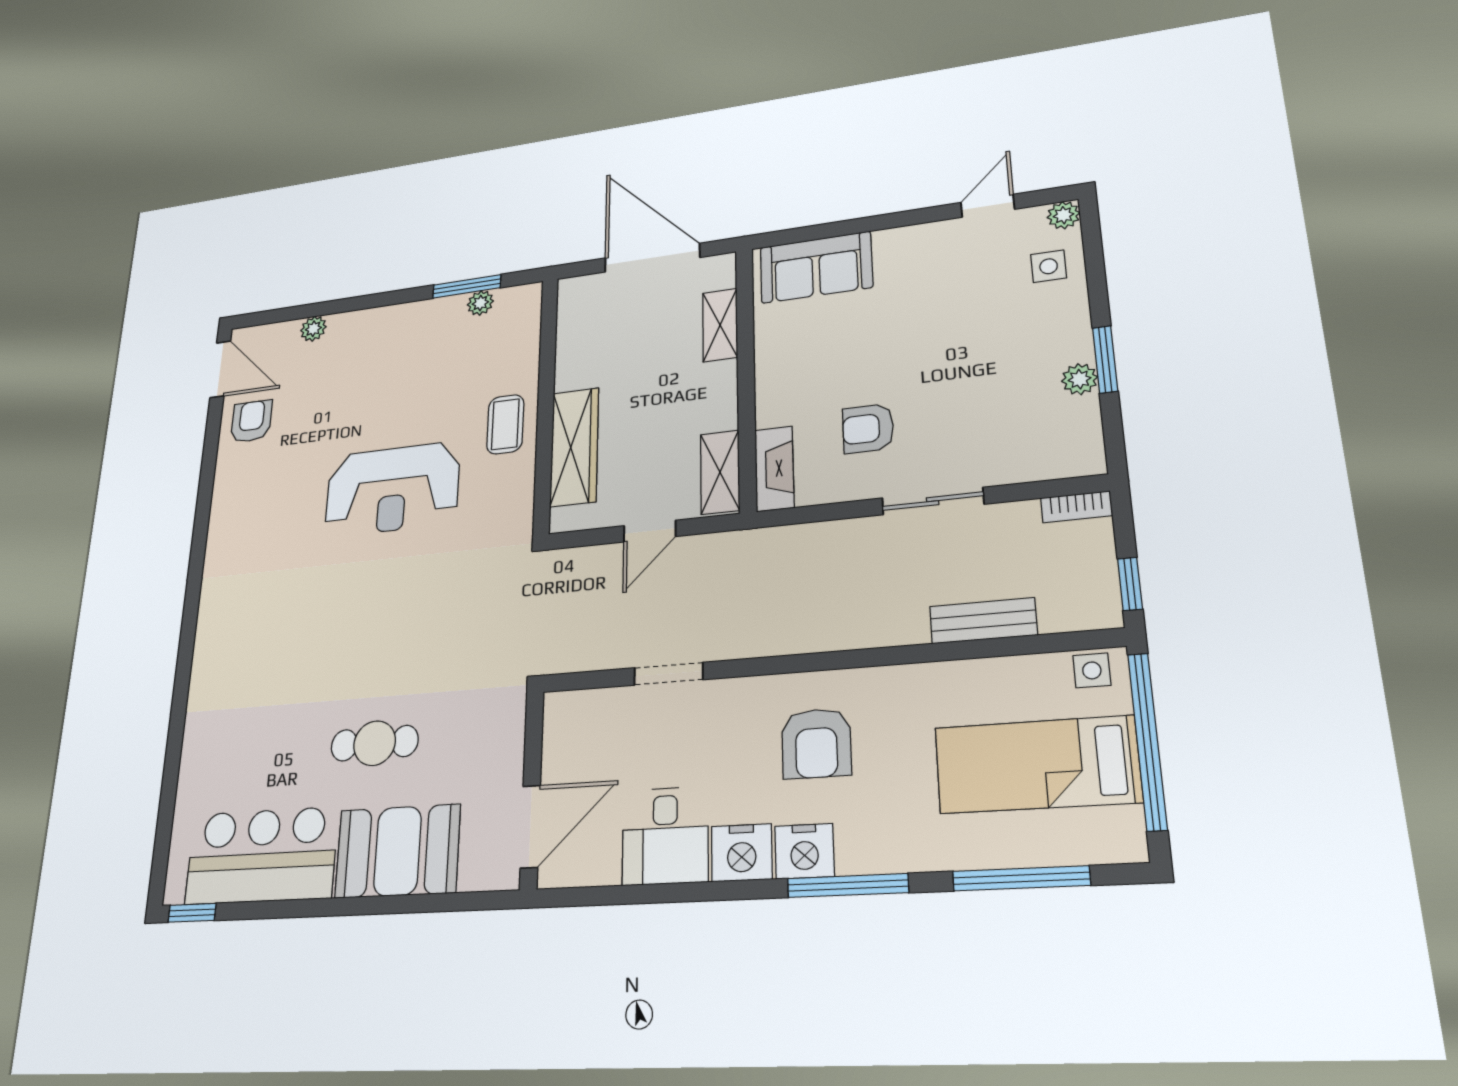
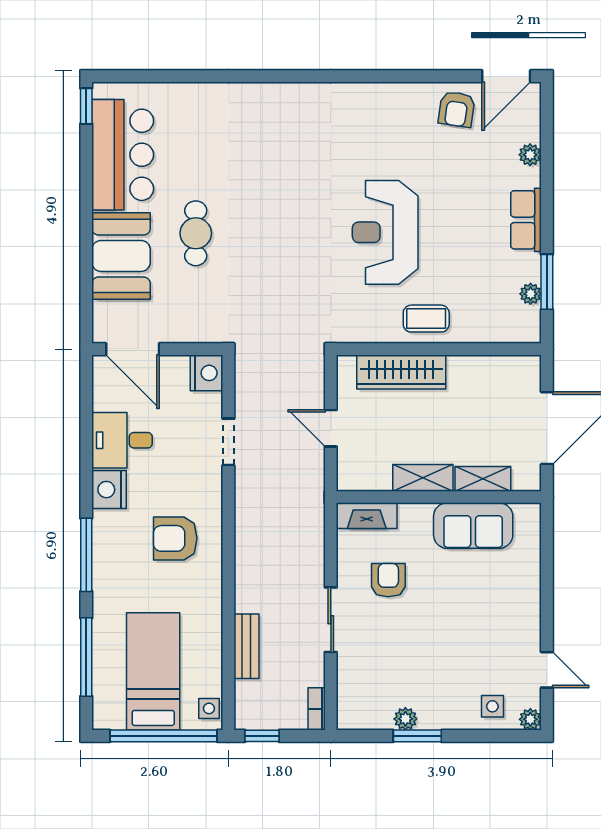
sofa: (816, 267) -> (473, 526), moved, turned -90
row of seats: (390, 322) -> (526, 220), added
armchair: (251, 421) -> (457, 109), turned 98
shelving: (720, 472) -> (423, 478), moved
nightstand: (804, 851) -> (206, 373), moved, turned 180

